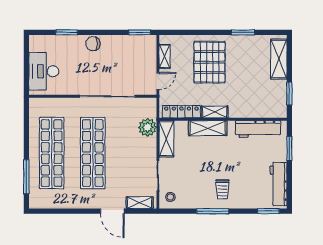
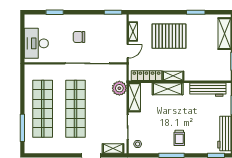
chair: (93, 44) -> (79, 37), moved
pallet: (210, 62) -> (169, 36), turned 90

